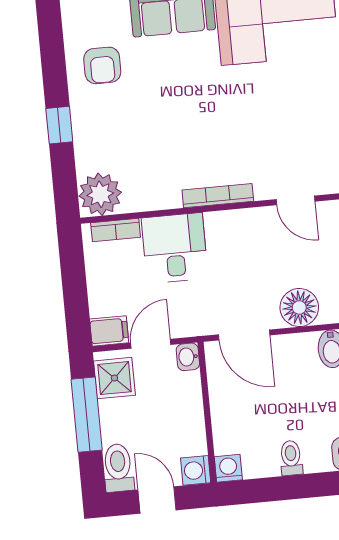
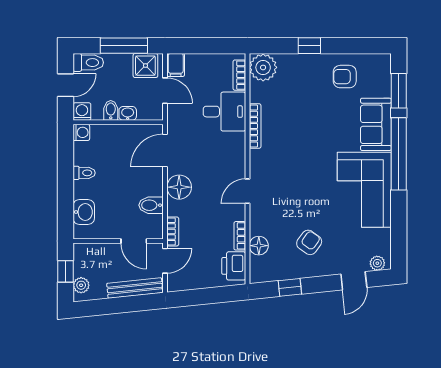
bookcase: (218, 196) -> (255, 126), moved
washbasin: (188, 357) -> (128, 113), moved
bidet: (190, 426) -> (111, 110), added

